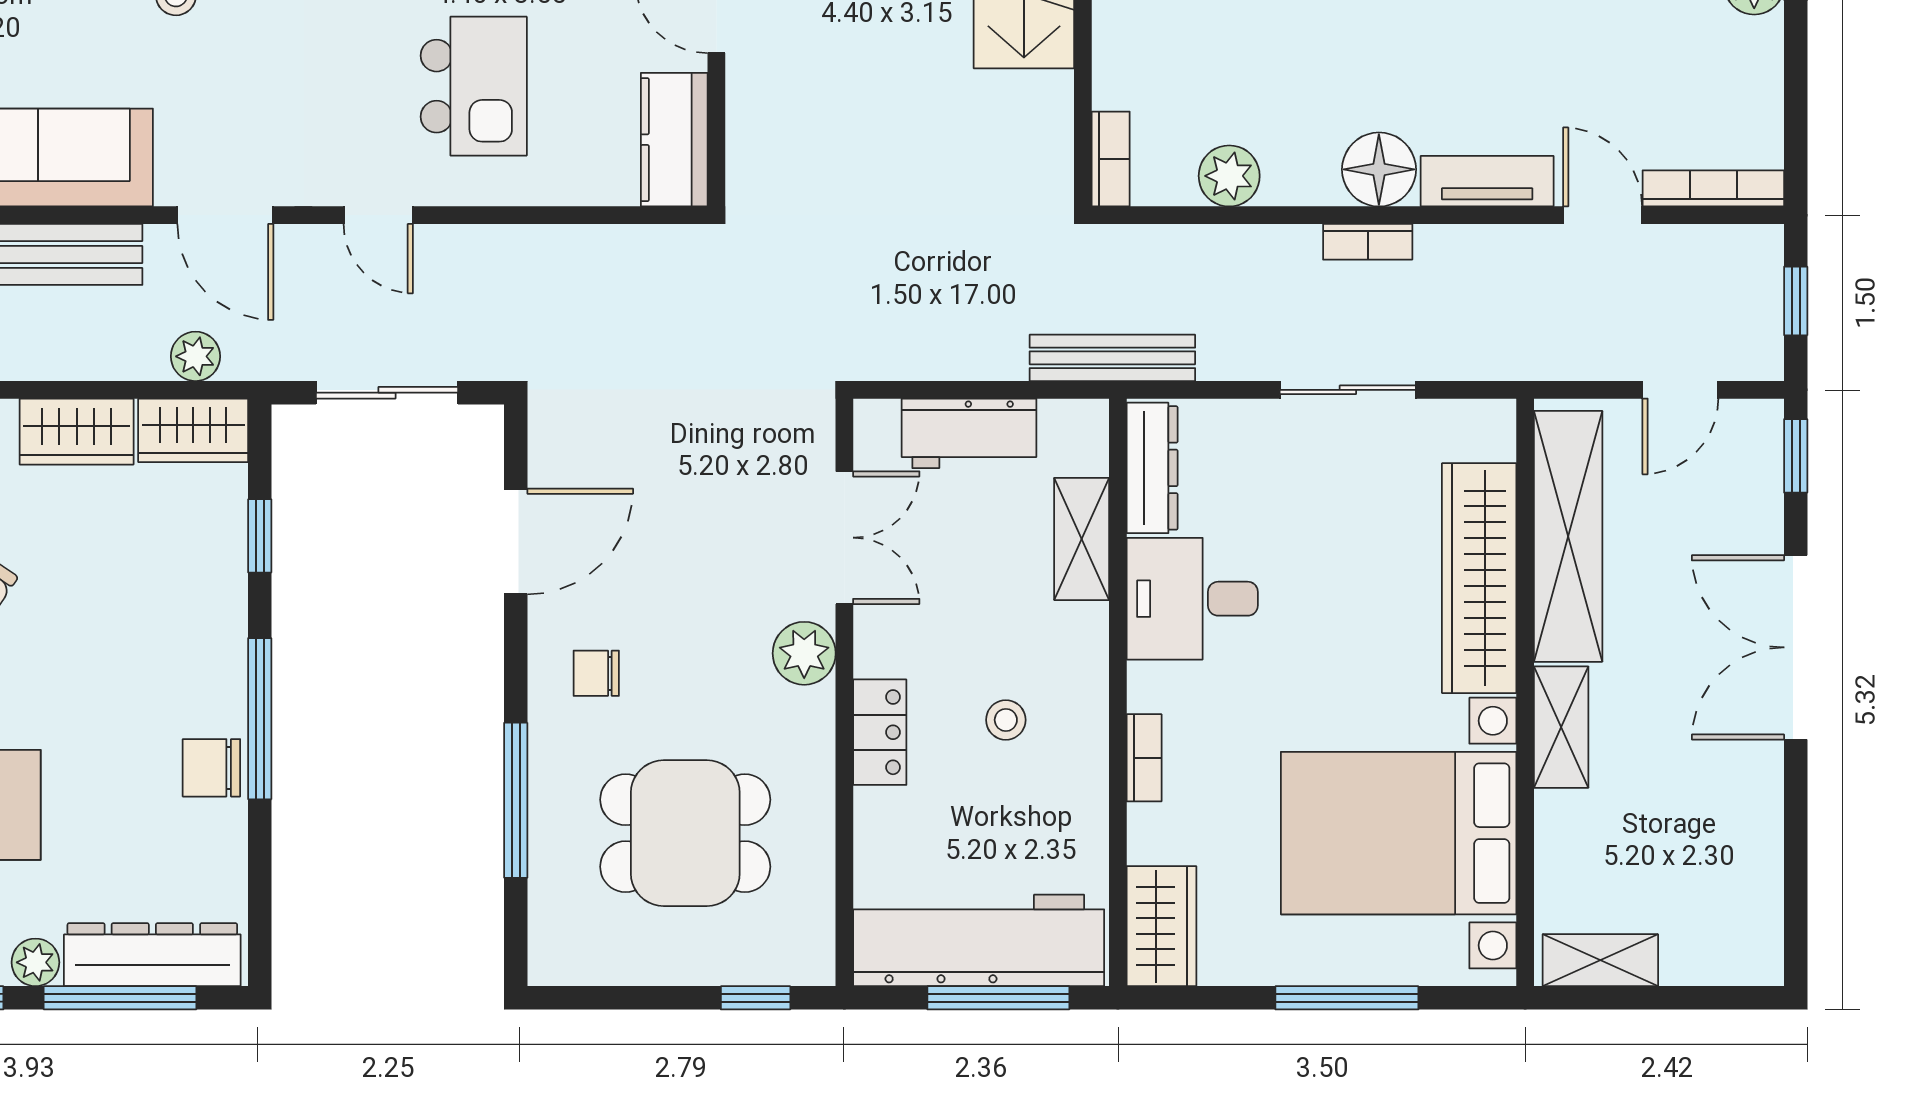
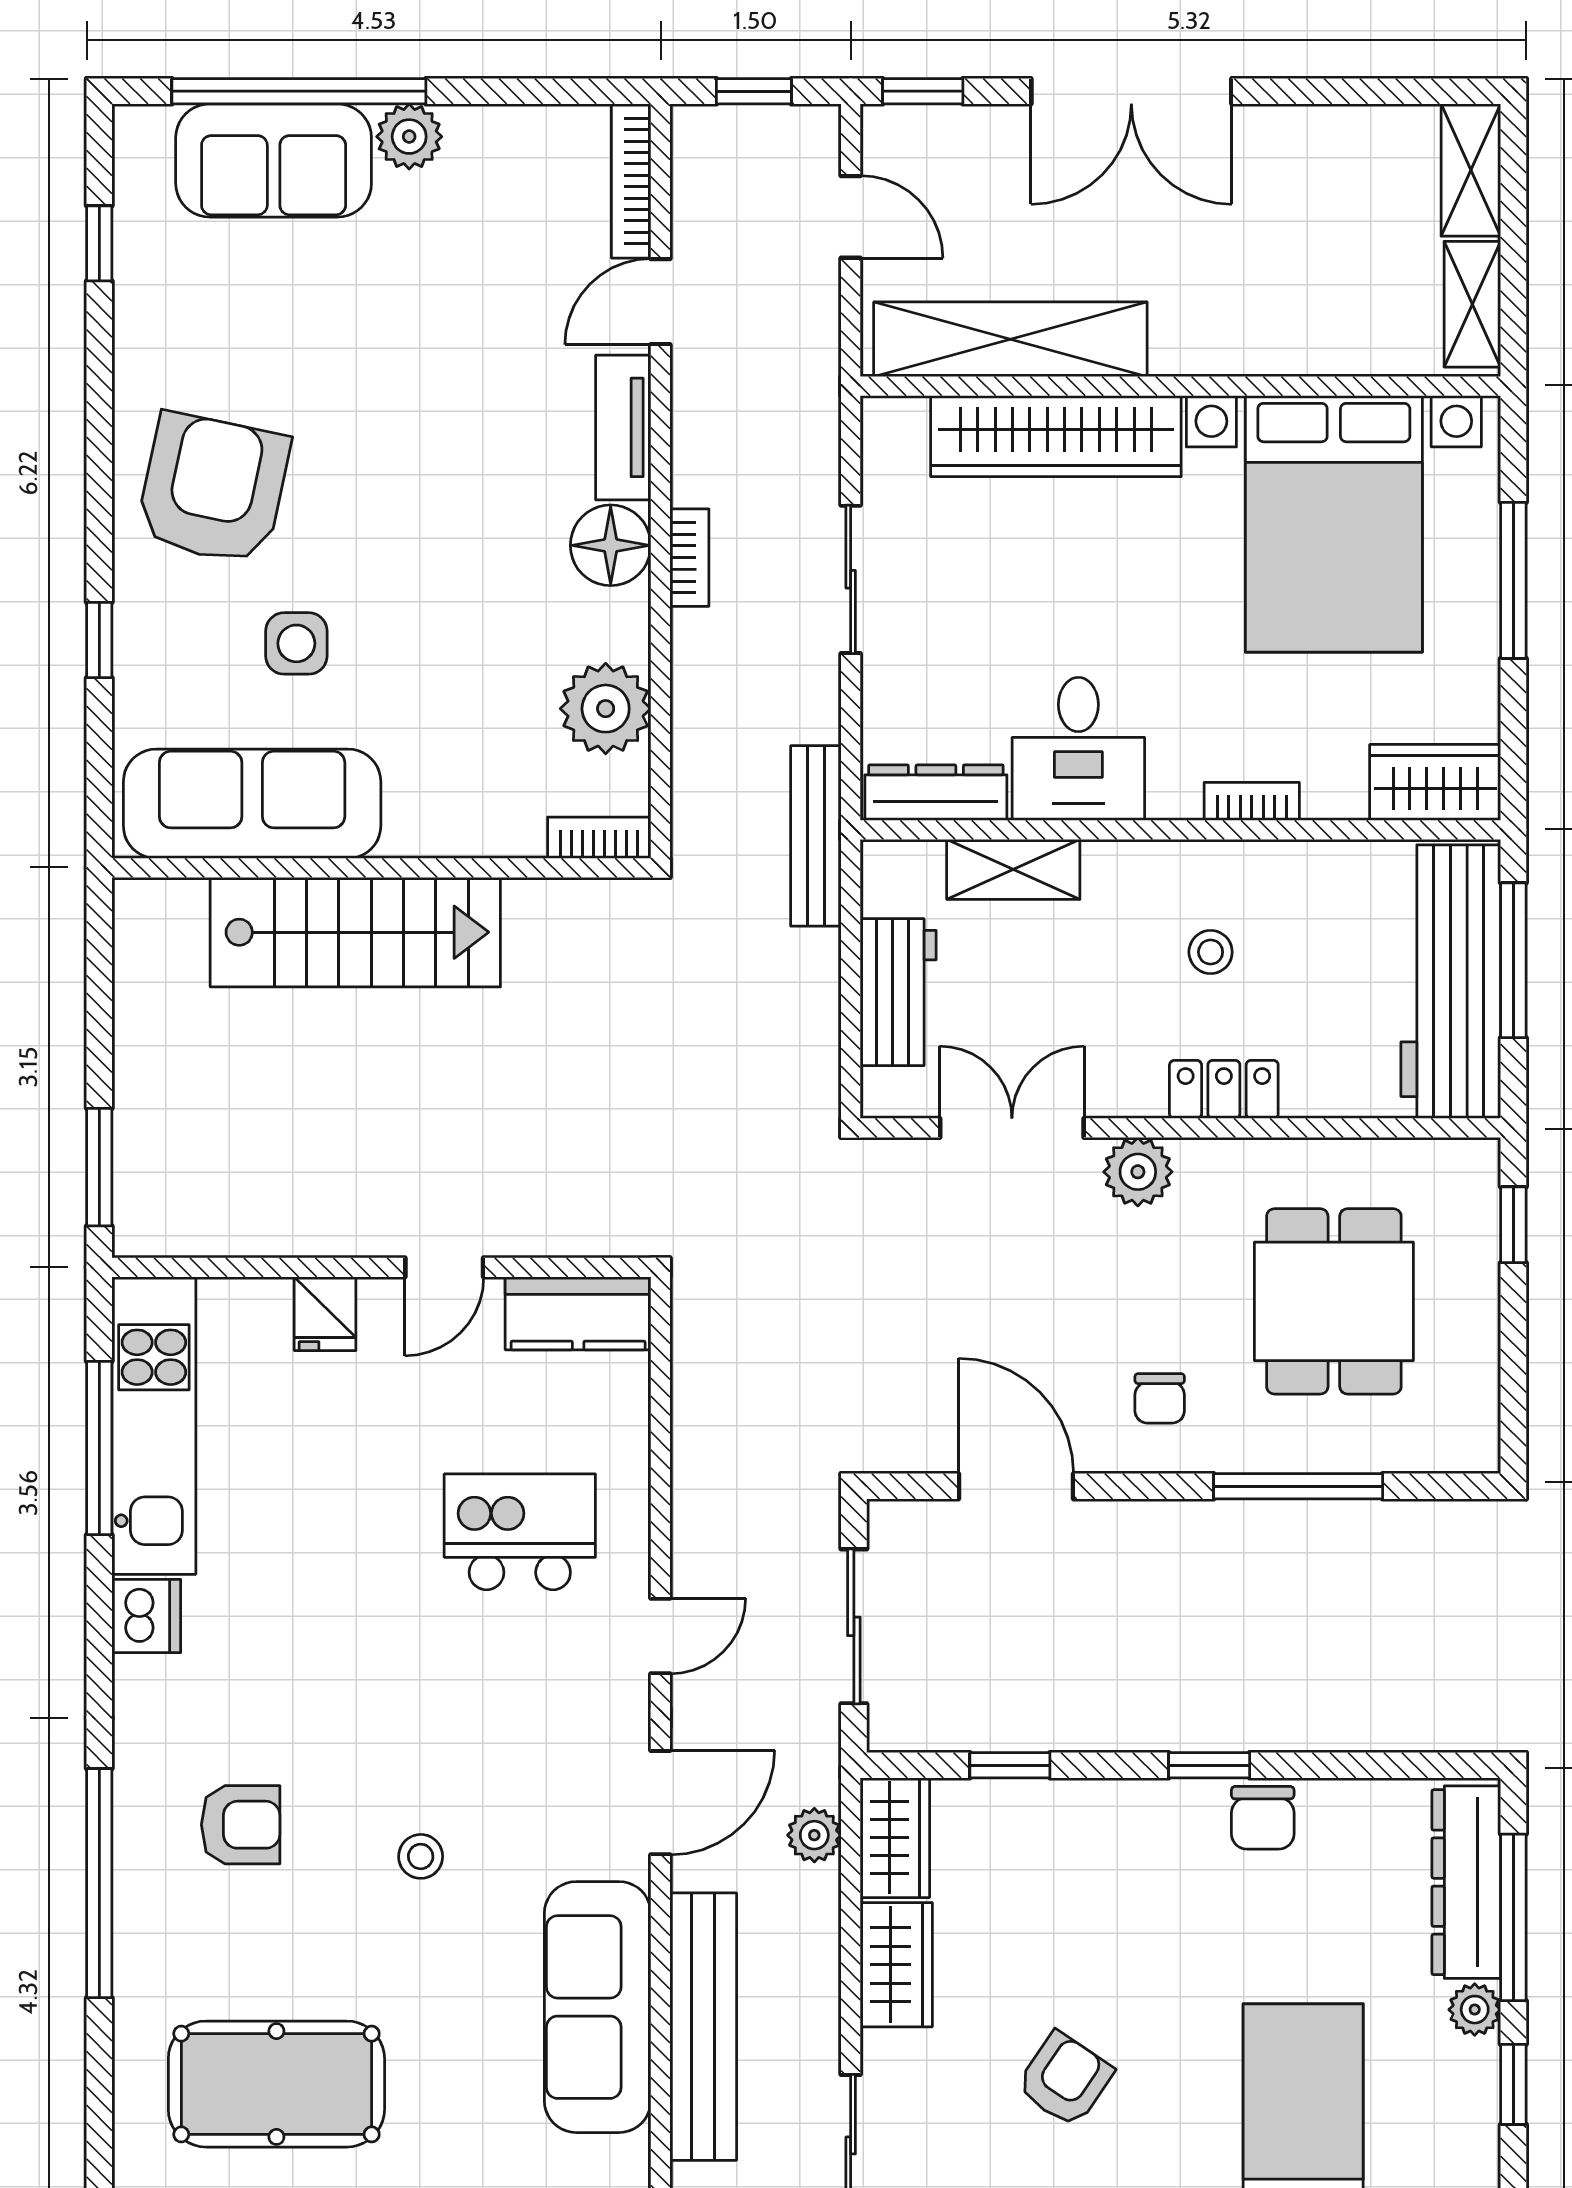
plant: (1229, 176) -> (606, 709), width x1.36, depth x1.36
window: (260, 719) -> (1209, 1765), width x0.46
shelving: (1561, 727) -> (1471, 170), moved, turned 90

